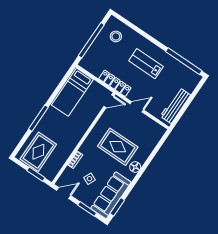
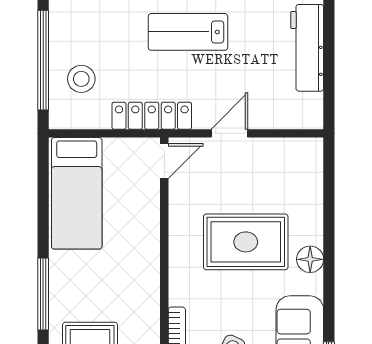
stool: (116, 36) -> (81, 79), moved
workbench: (175, 106) -> (307, 48), moved

